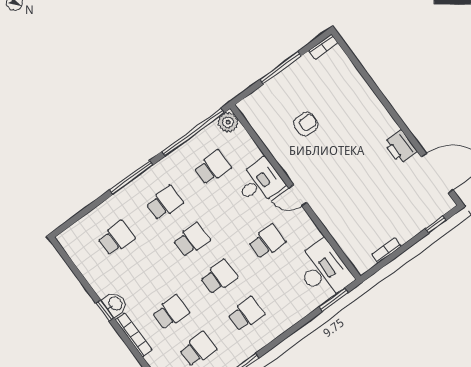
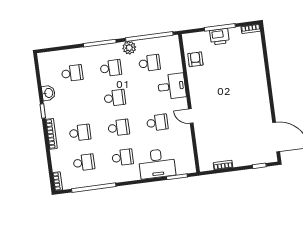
plant: (228, 122) -> (129, 48), moved
armchair: (306, 124) -> (195, 59), moved, turned -90
printer: (400, 147) -> (219, 37), moved, turned -90
door: (298, 195) -> (191, 116), moved
desk: (323, 270) -> (157, 164), moved, turned 90
washbasin: (115, 304) -> (48, 93), moved

